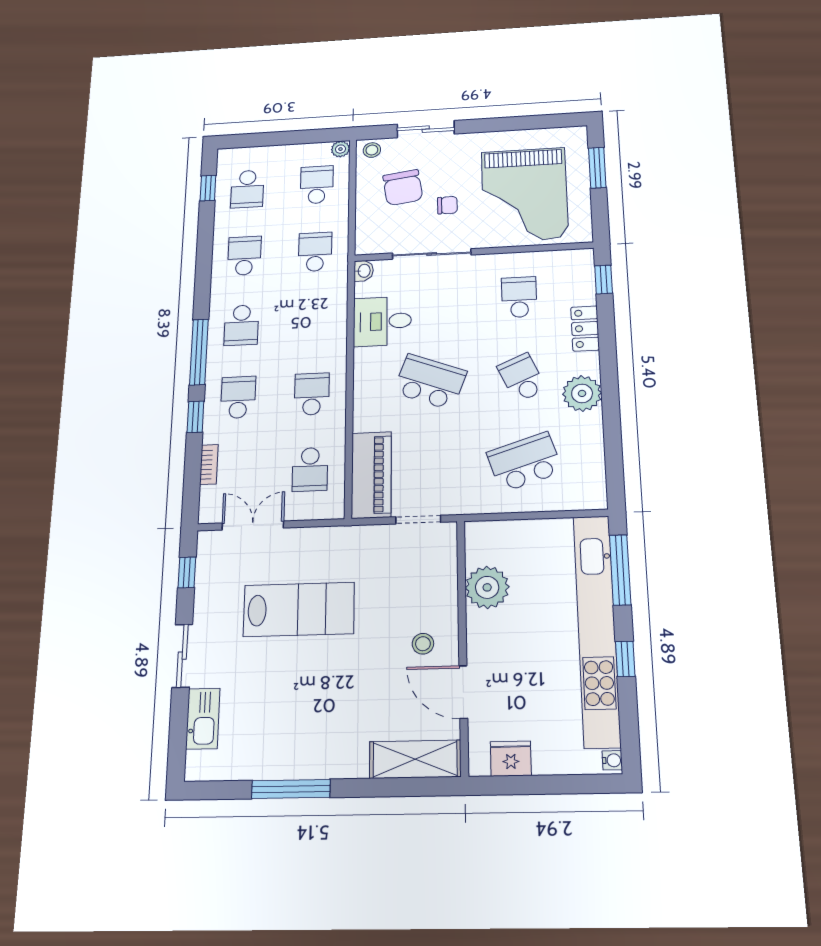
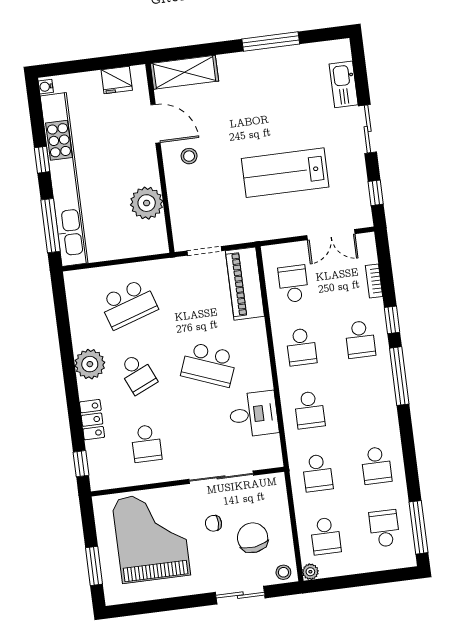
window: (208, 188) -> (419, 527), width x2.17
washbasin: (364, 271) -> (275, 458), removed
school desk: (241, 325) -> (309, 410), moved, turned 180

